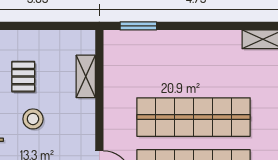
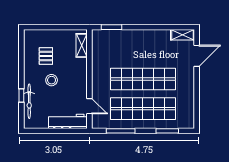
shelving: (86, 76) -> (82, 45), moved

